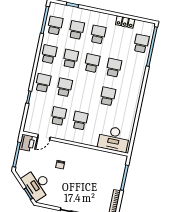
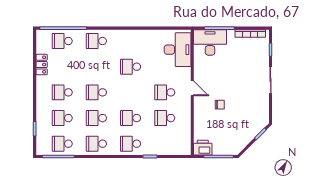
school desk: (114, 68) -> (96, 41), moved
door: (44, 137) -> (192, 88), moved
desk: (37, 184) -> (210, 42), moved, turned -135

